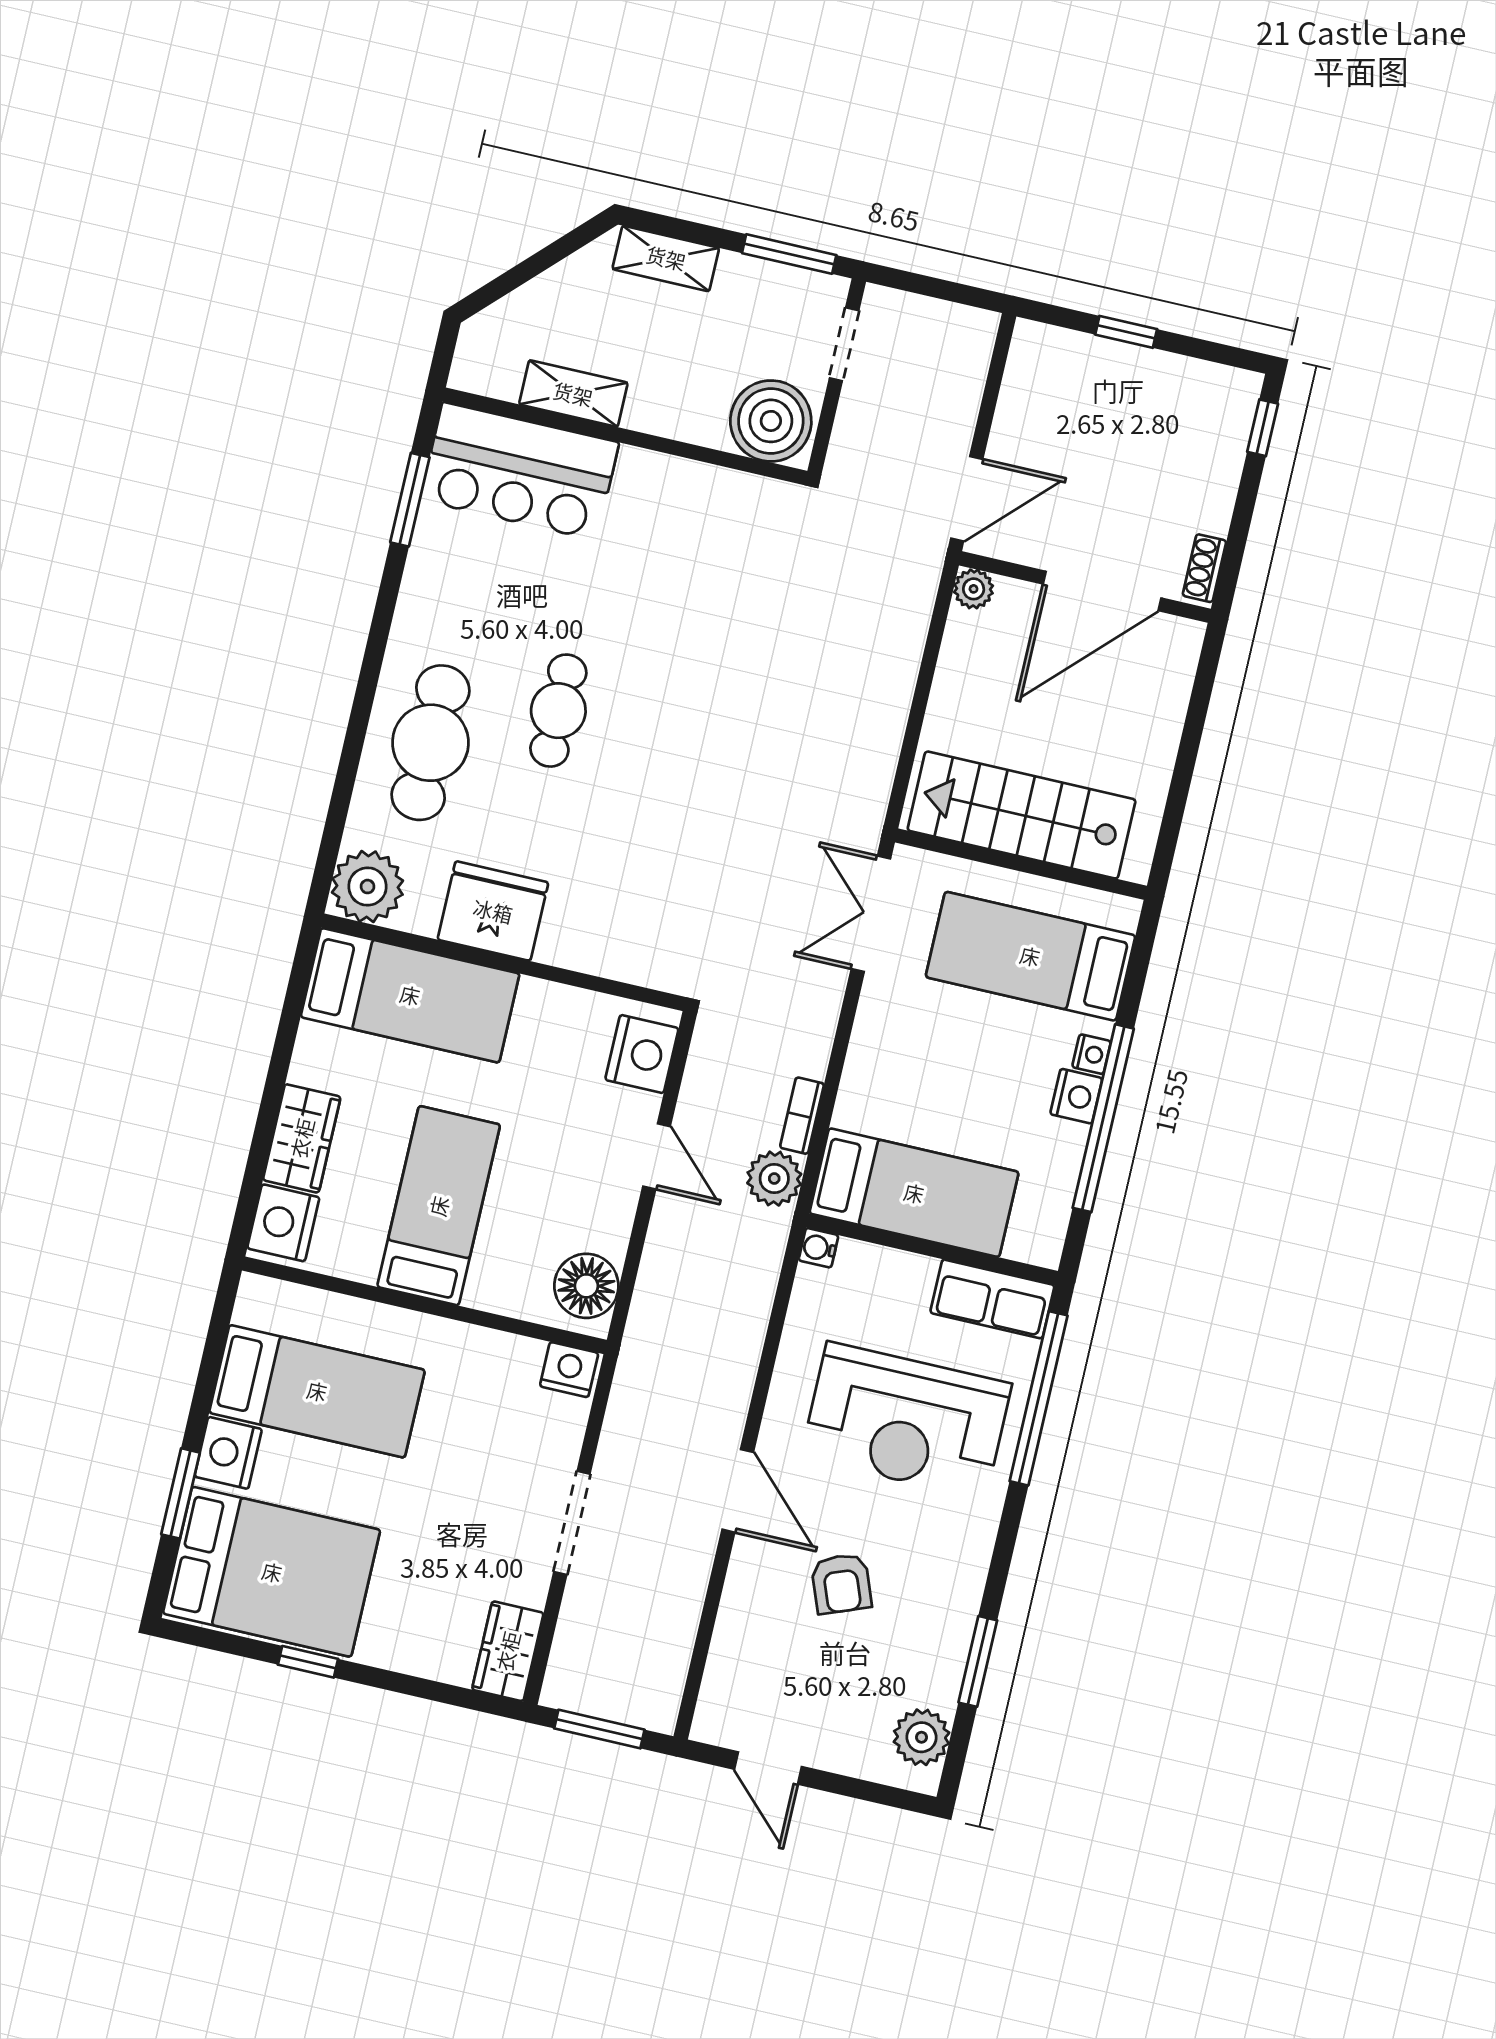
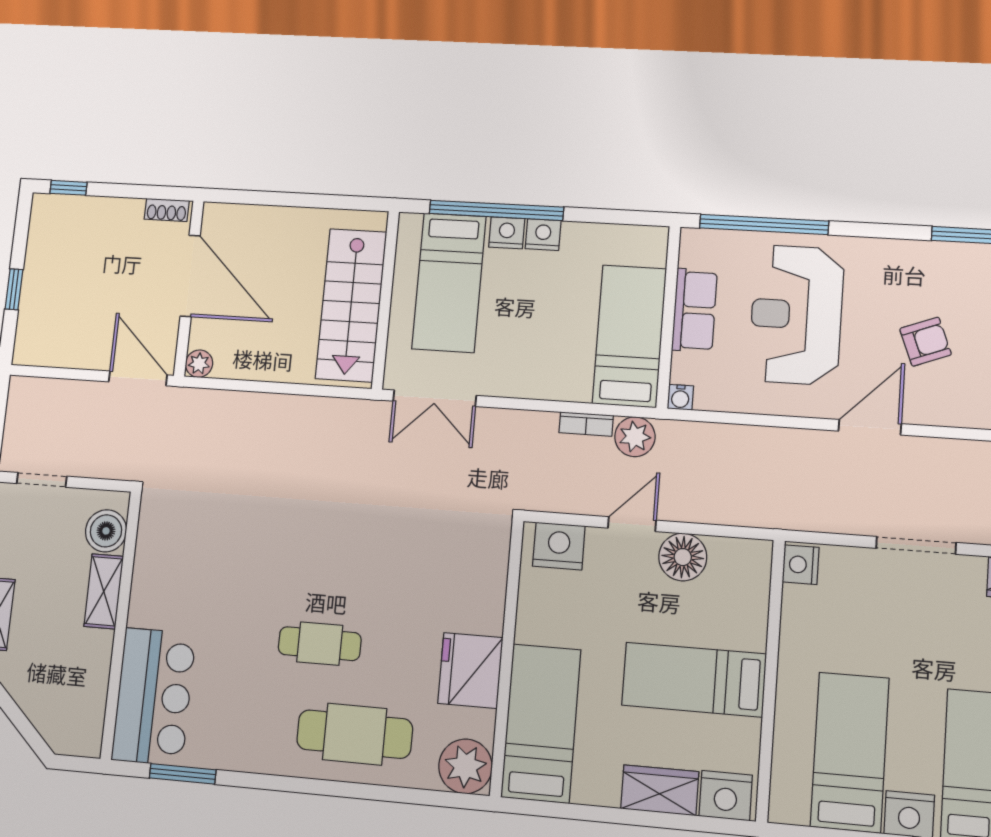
shelving: (573, 394) -> (104, 591), moved
boiler: (771, 421) -> (106, 531), width x0.73, depth x0.73
nightstand: (1092, 1054) -> (507, 233), width x1.39, depth x1.35
window: (1103, 1118) -> (496, 210), moved
floor lamp: (586, 1286) -> (683, 557), moved
row of seats: (992, 1299) -> (694, 310), moved
reception desk: (906, 1421) -> (796, 315), turned 180

